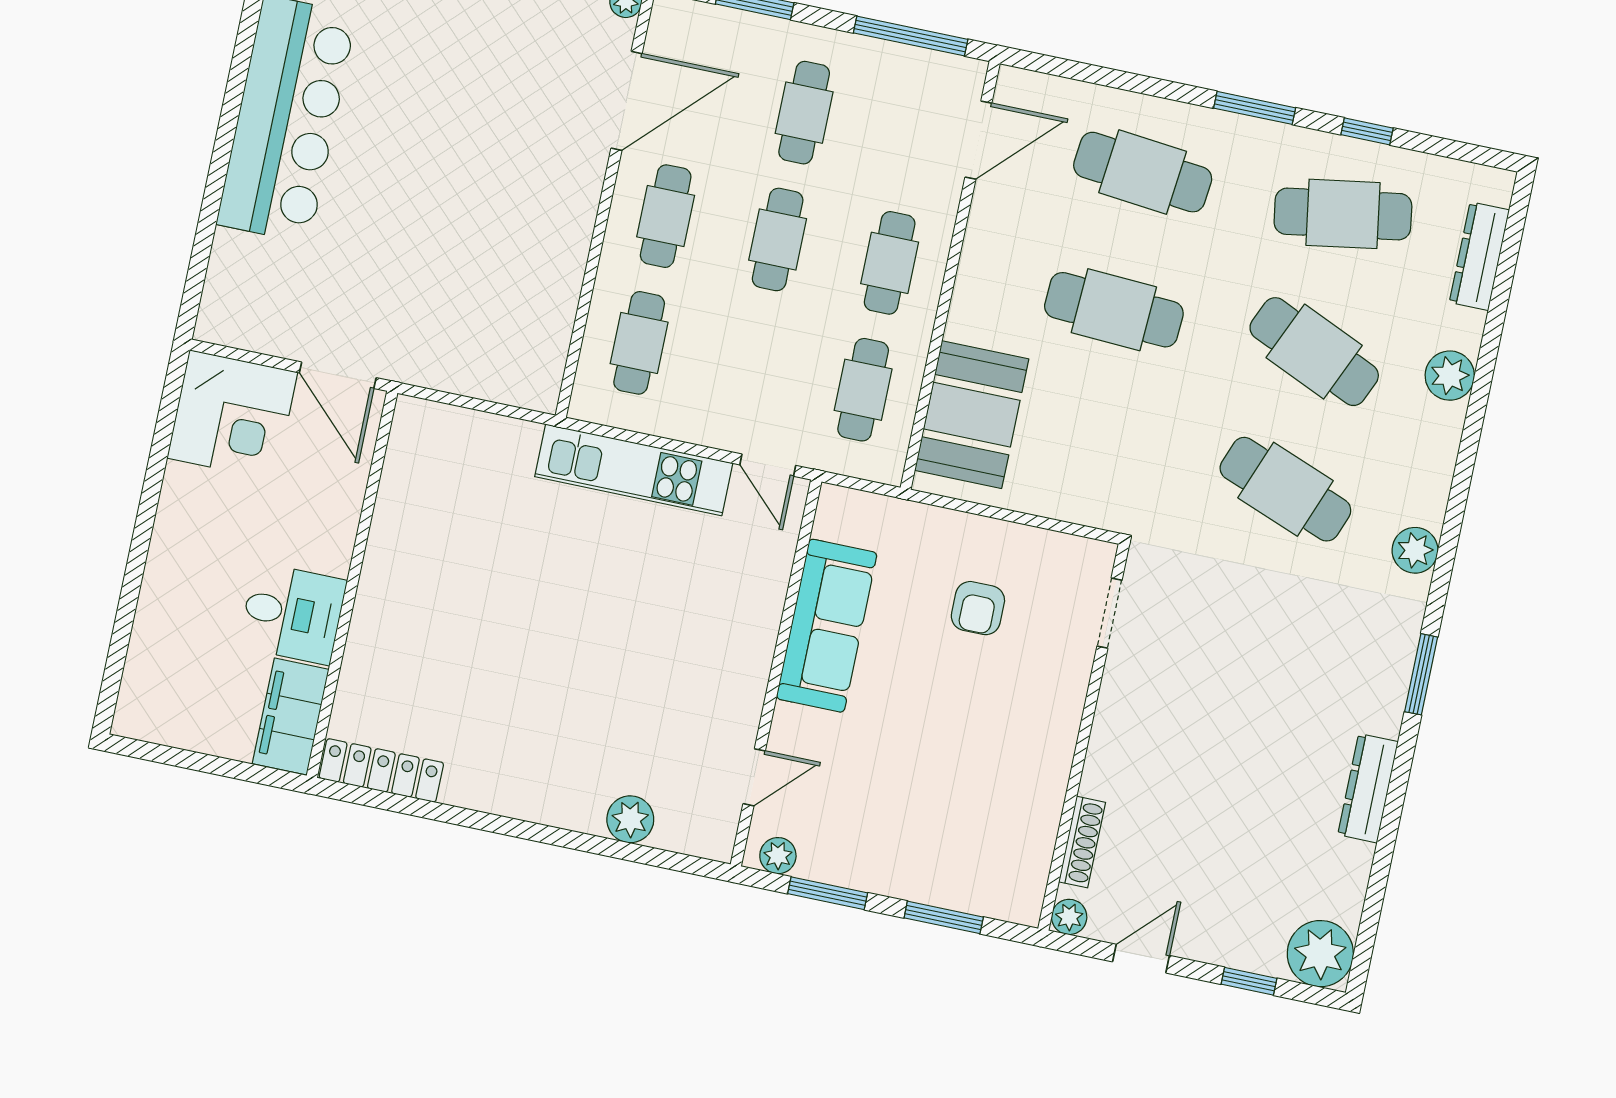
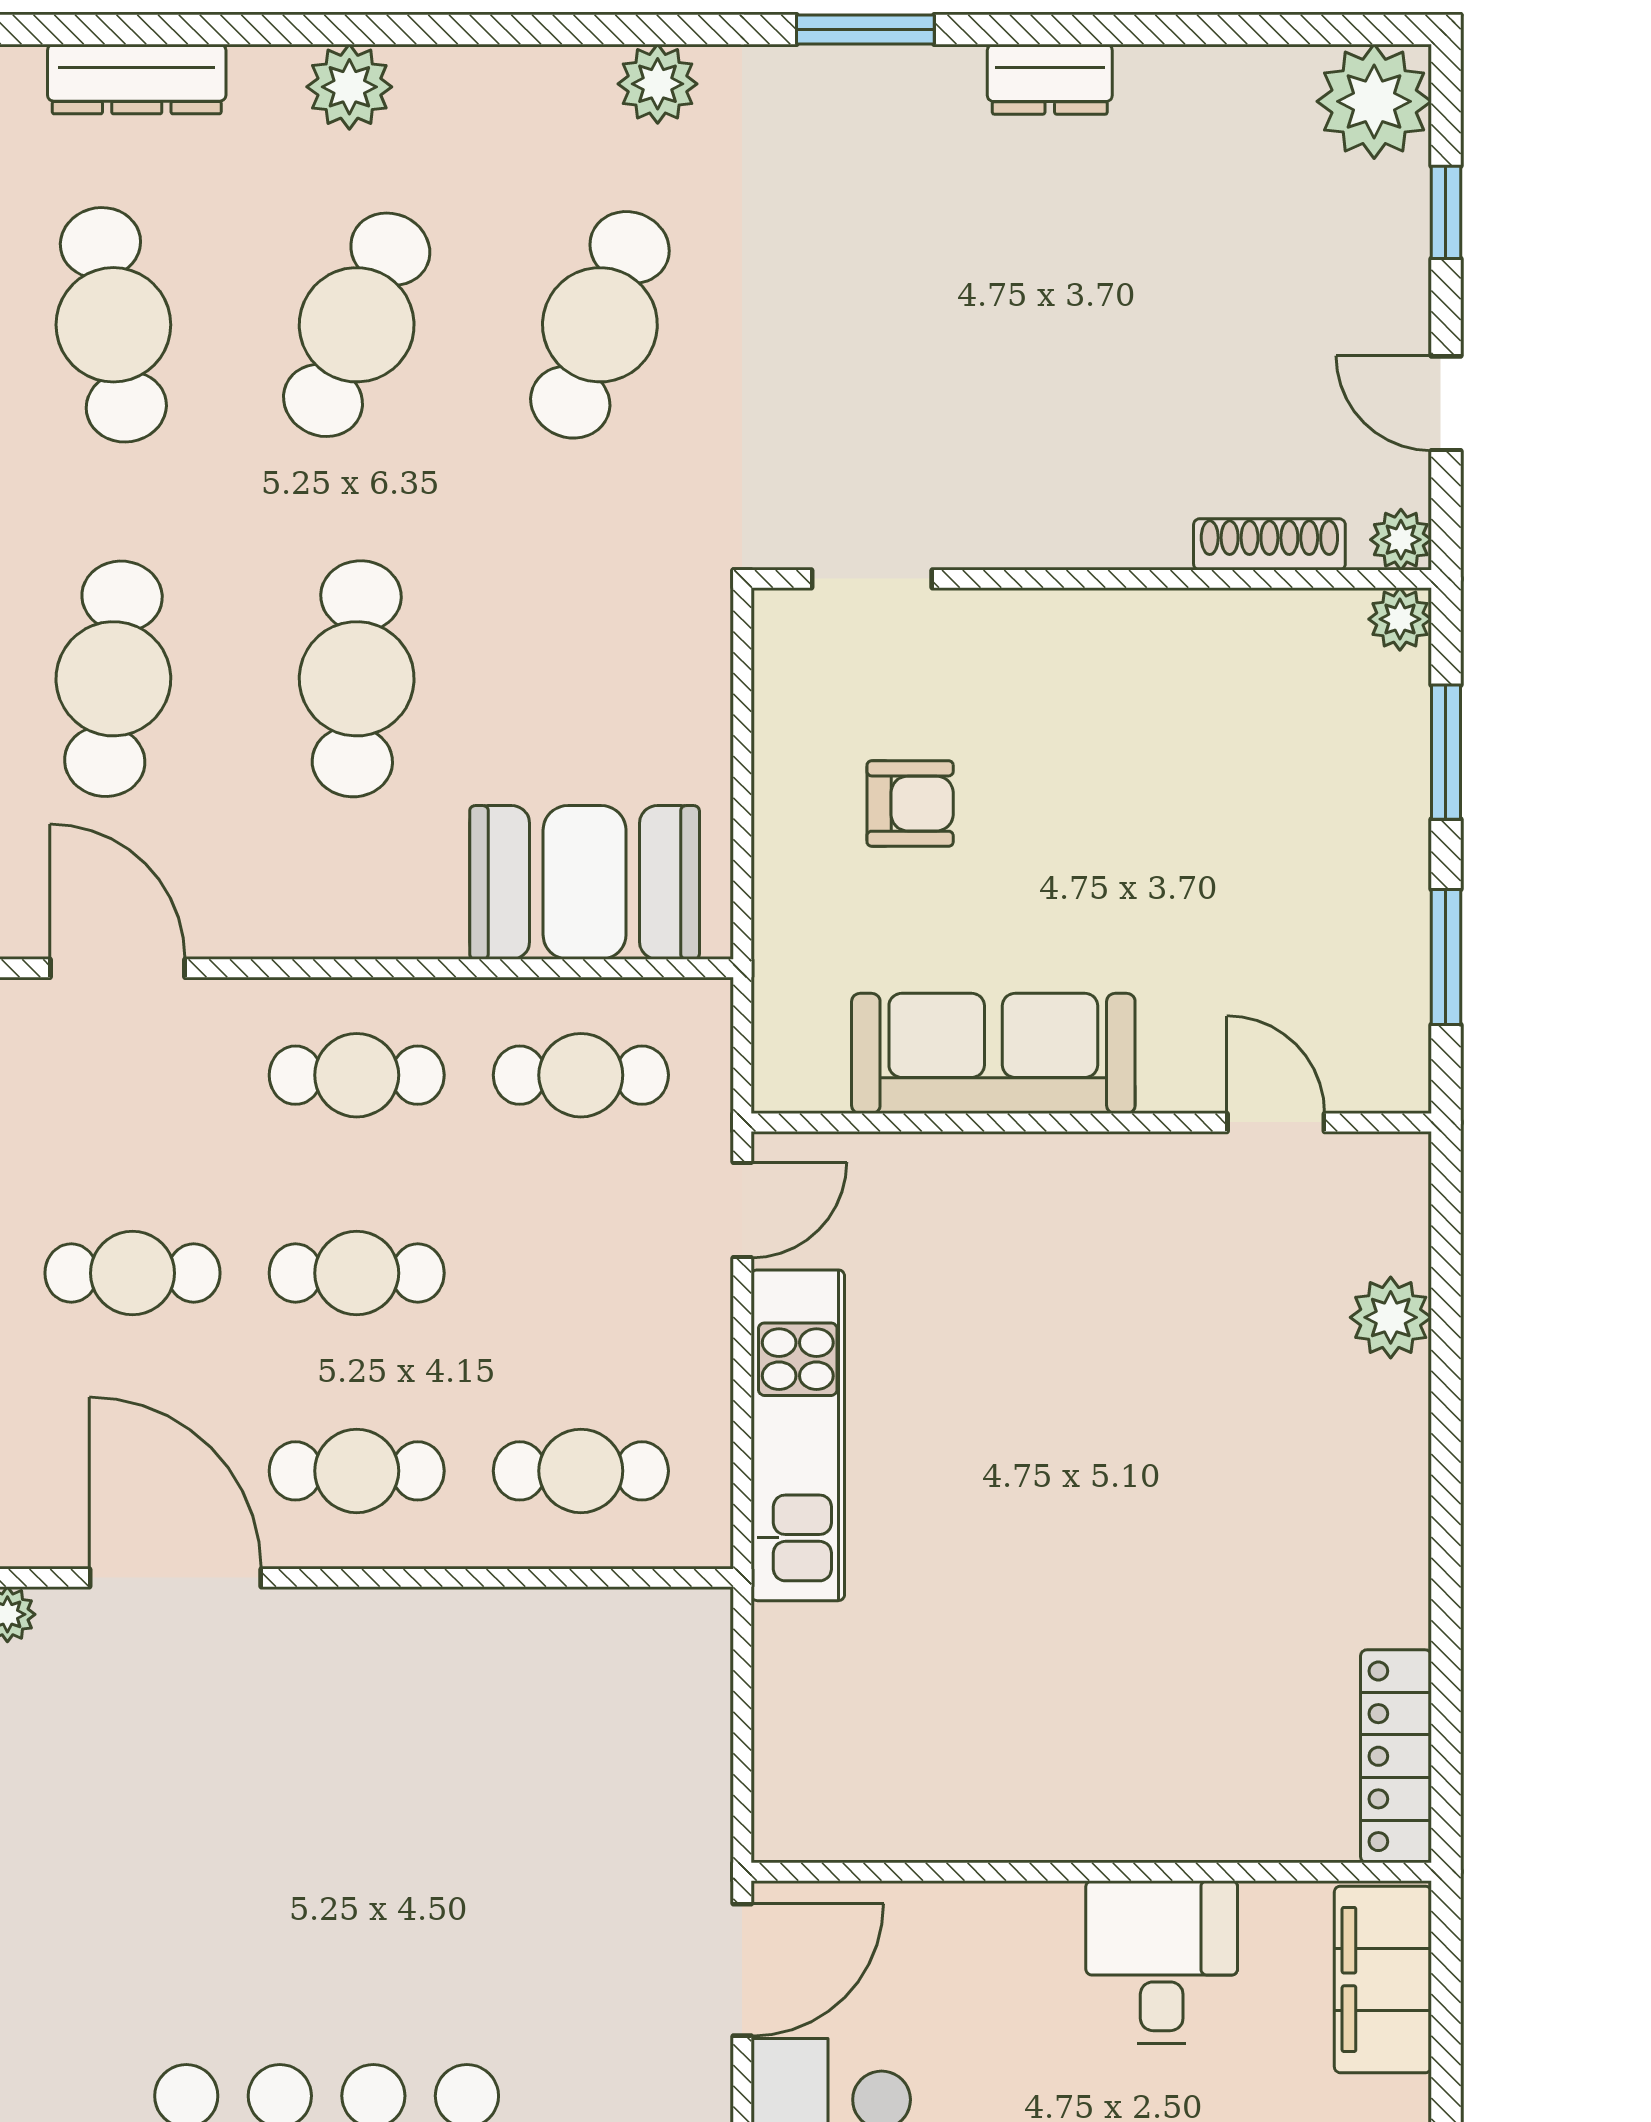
filing cabinet: (291, 716) -> (1383, 1979), moved, turned 90
dresser: (1368, 788) -> (1050, 79), width x0.70
plant: (778, 856) -> (1400, 619), moved

